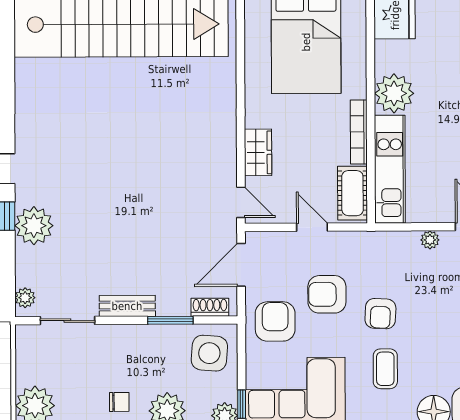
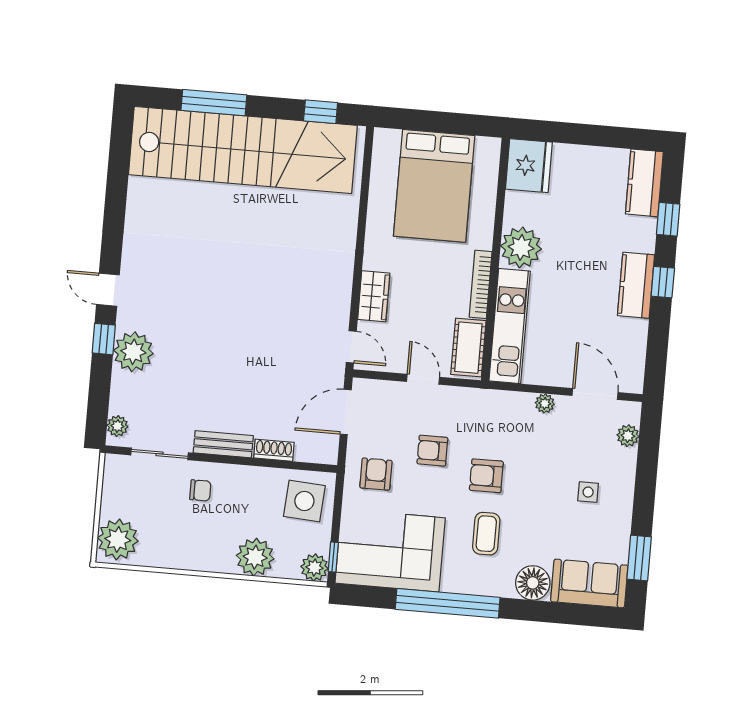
armchair: (327, 294) -> (432, 451), width x0.72, depth x0.72
shoe rack: (210, 307) -> (274, 450), moved
armchair: (380, 314) -> (486, 476), turned 87
window: (170, 320) -> (267, 463), removed
armchair: (275, 321) -> (376, 474), width x0.72, depth x0.72
chair: (119, 402) -> (200, 490), moved

